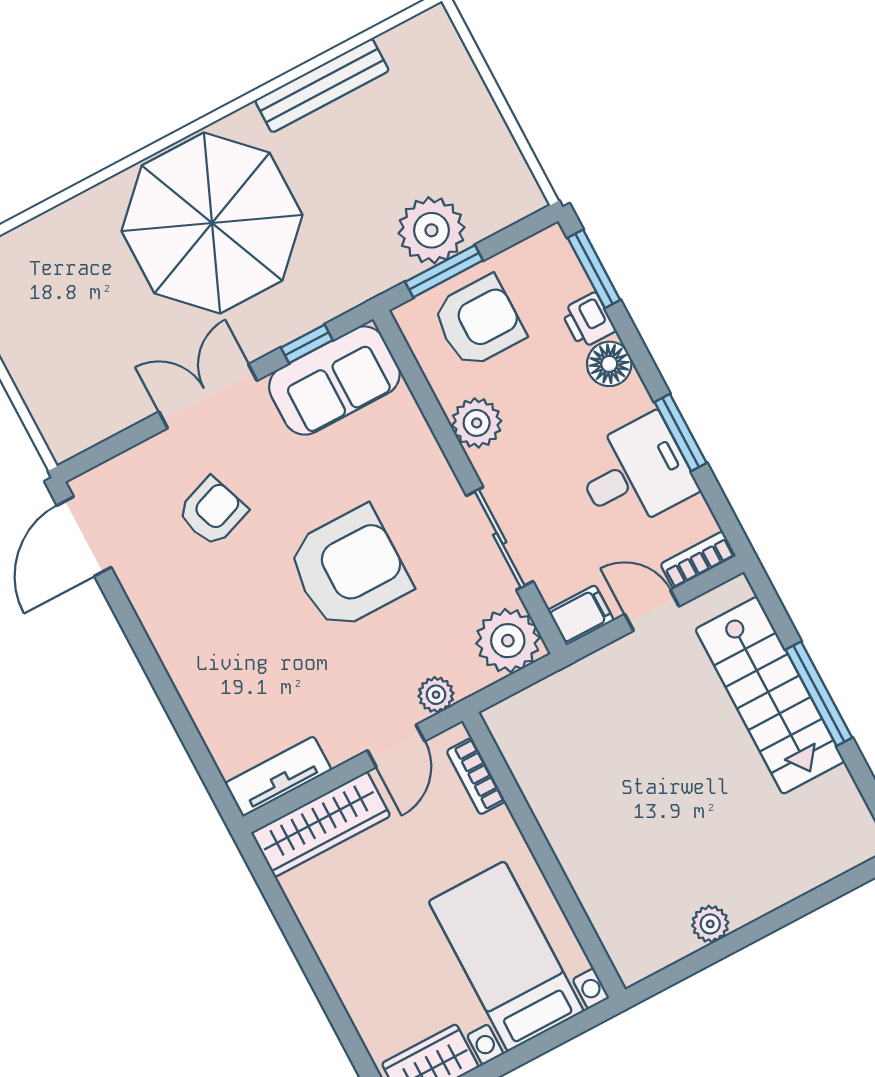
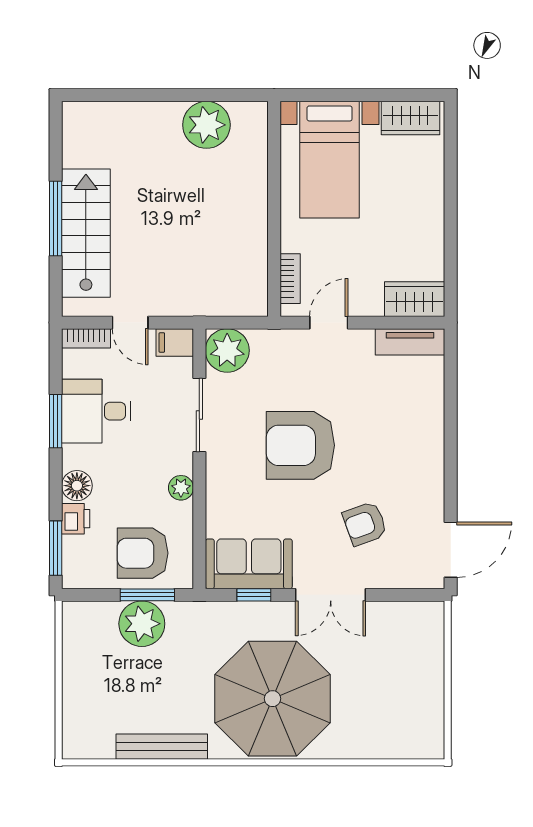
plant: (477, 423) -> (181, 488), width x0.73, depth x0.73
plant: (436, 695) -> (288, 341), removed
wardrobe: (321, 824) -> (415, 299), width x0.67
plant: (710, 924) -> (206, 125), width x1.87, depth x1.87

